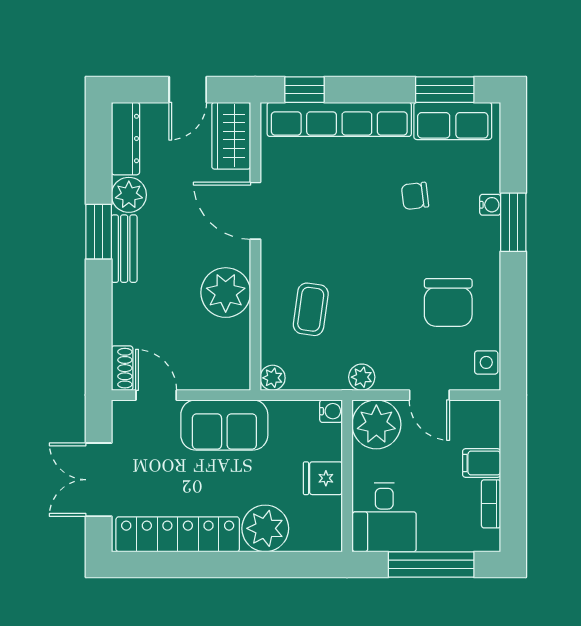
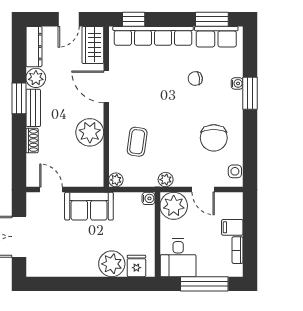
shoe rack: (122, 368) -> (32, 140), moved
fridge: (323, 478) -> (136, 266), moved, turned 90
locker: (178, 534) -> (63, 267), removed

